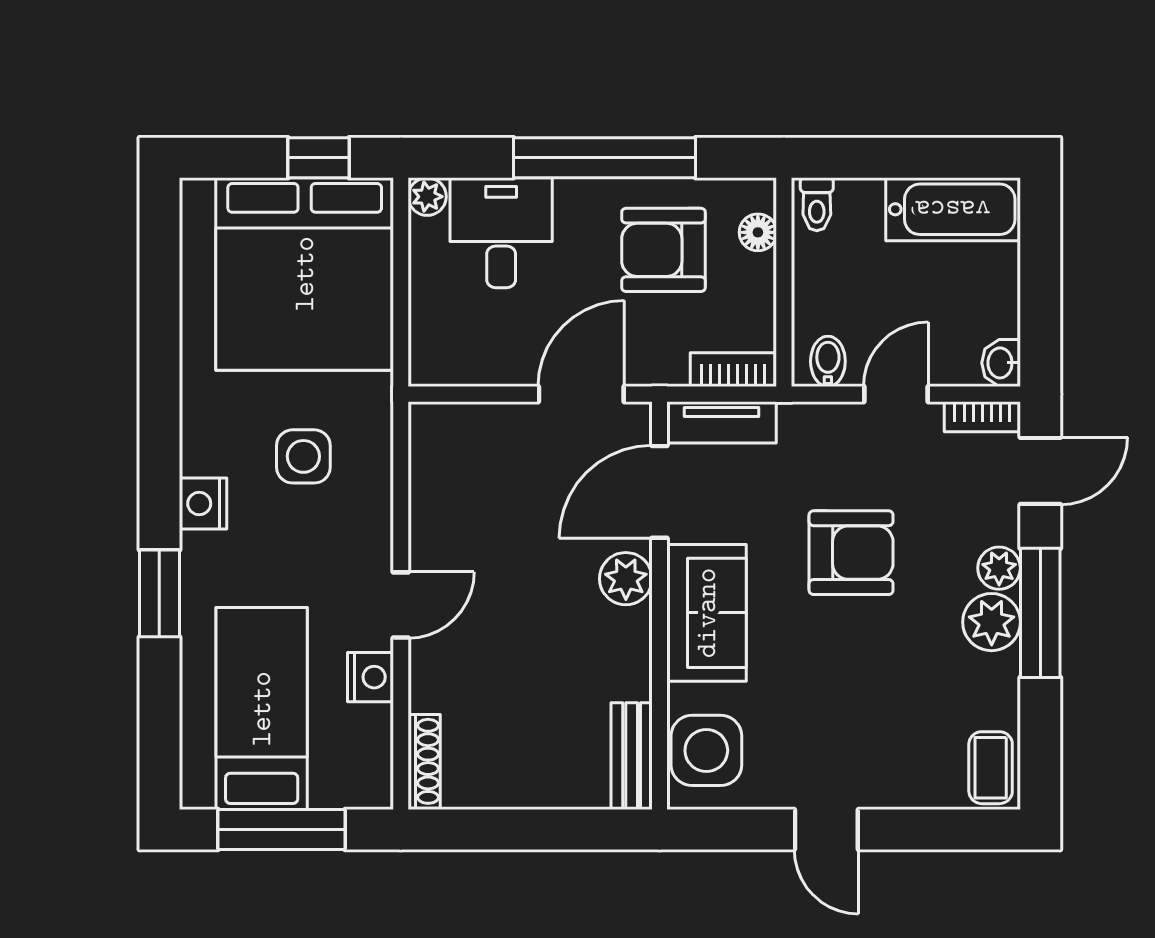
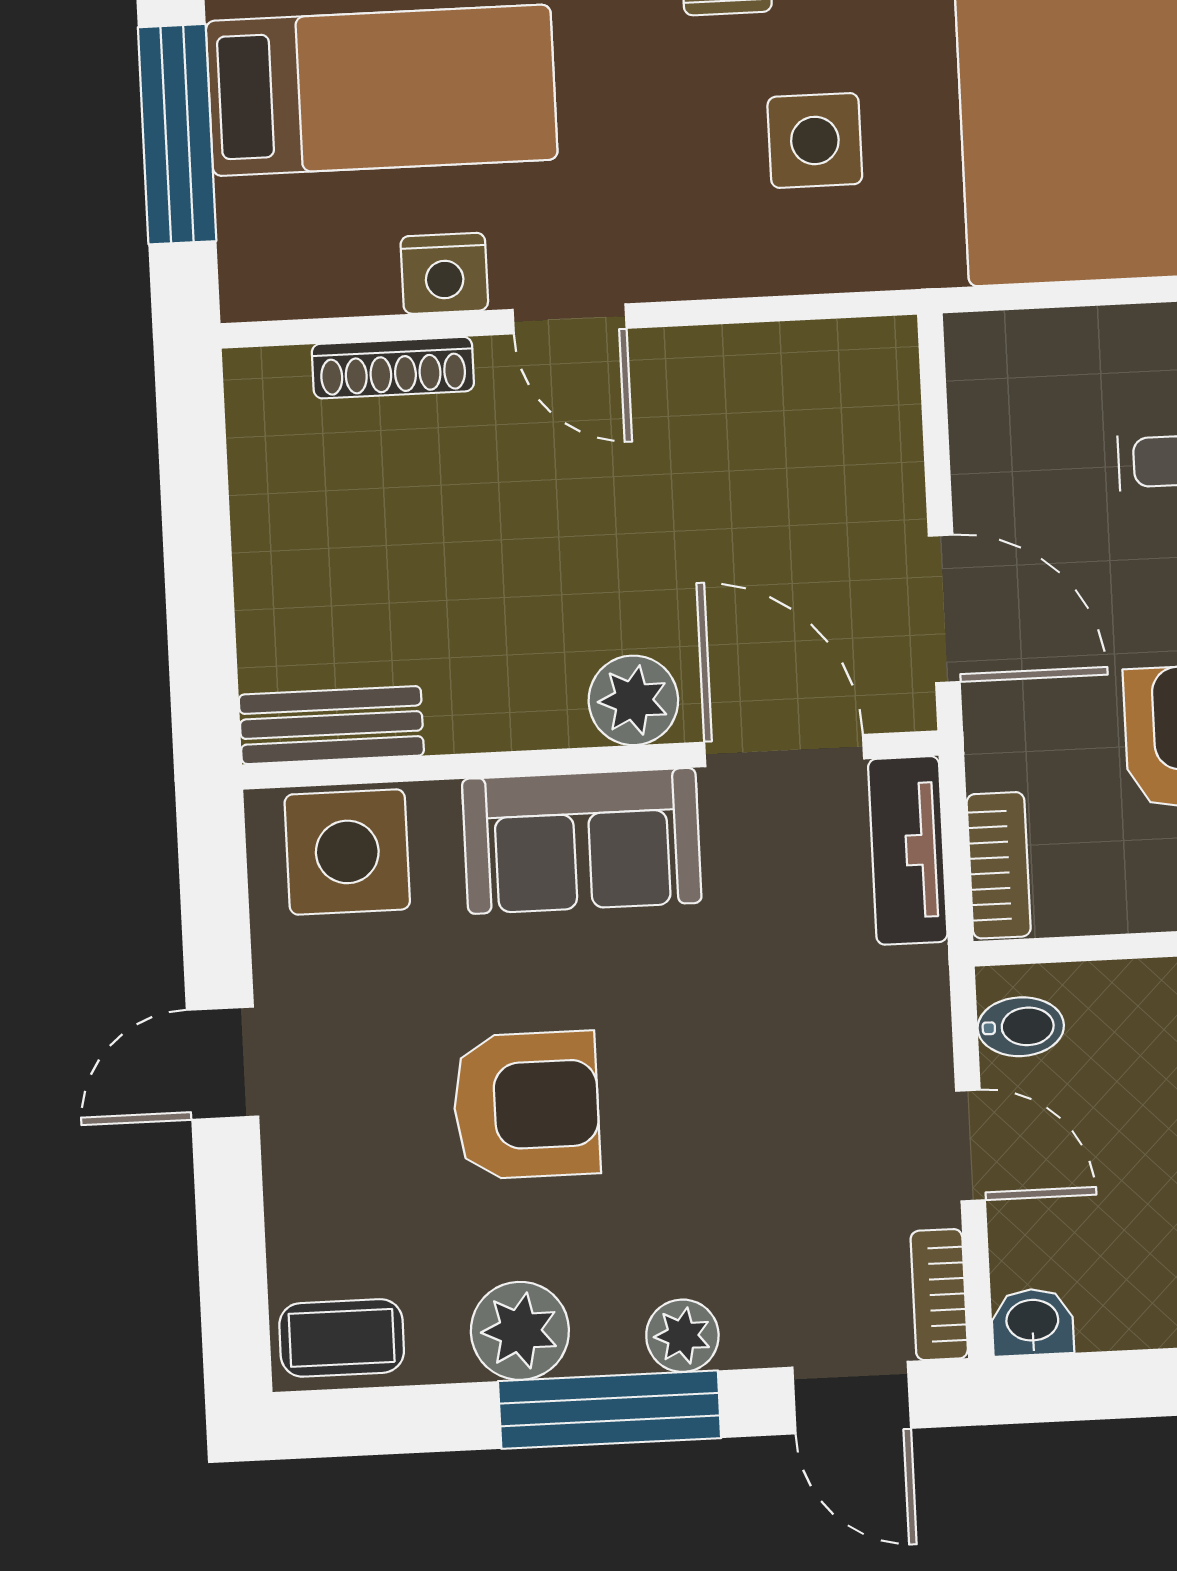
armchair: (851, 553) -> (526, 1105), moved, turned -90
plant: (992, 622) -> (520, 1331), moved
shoe rack: (424, 761) -> (393, 368), moved

